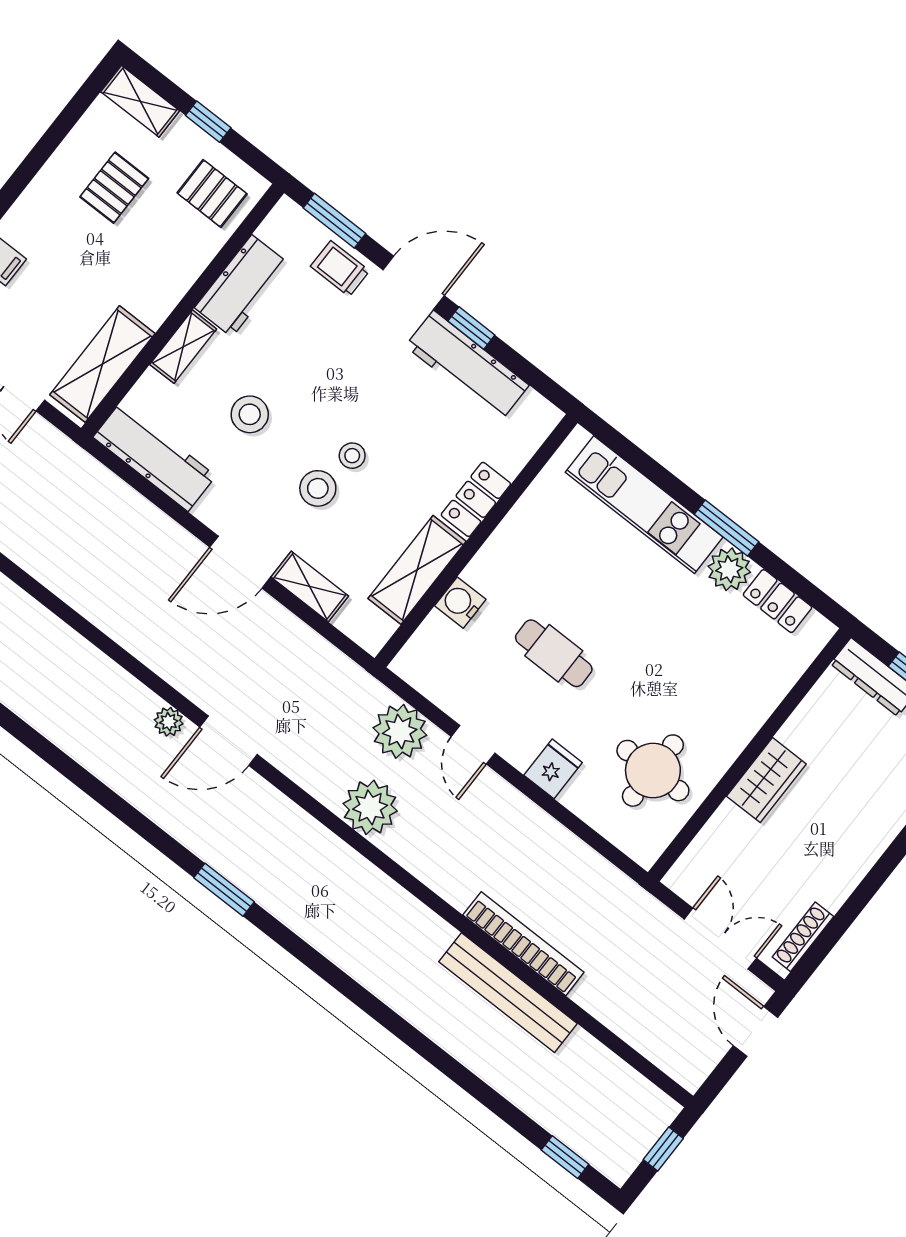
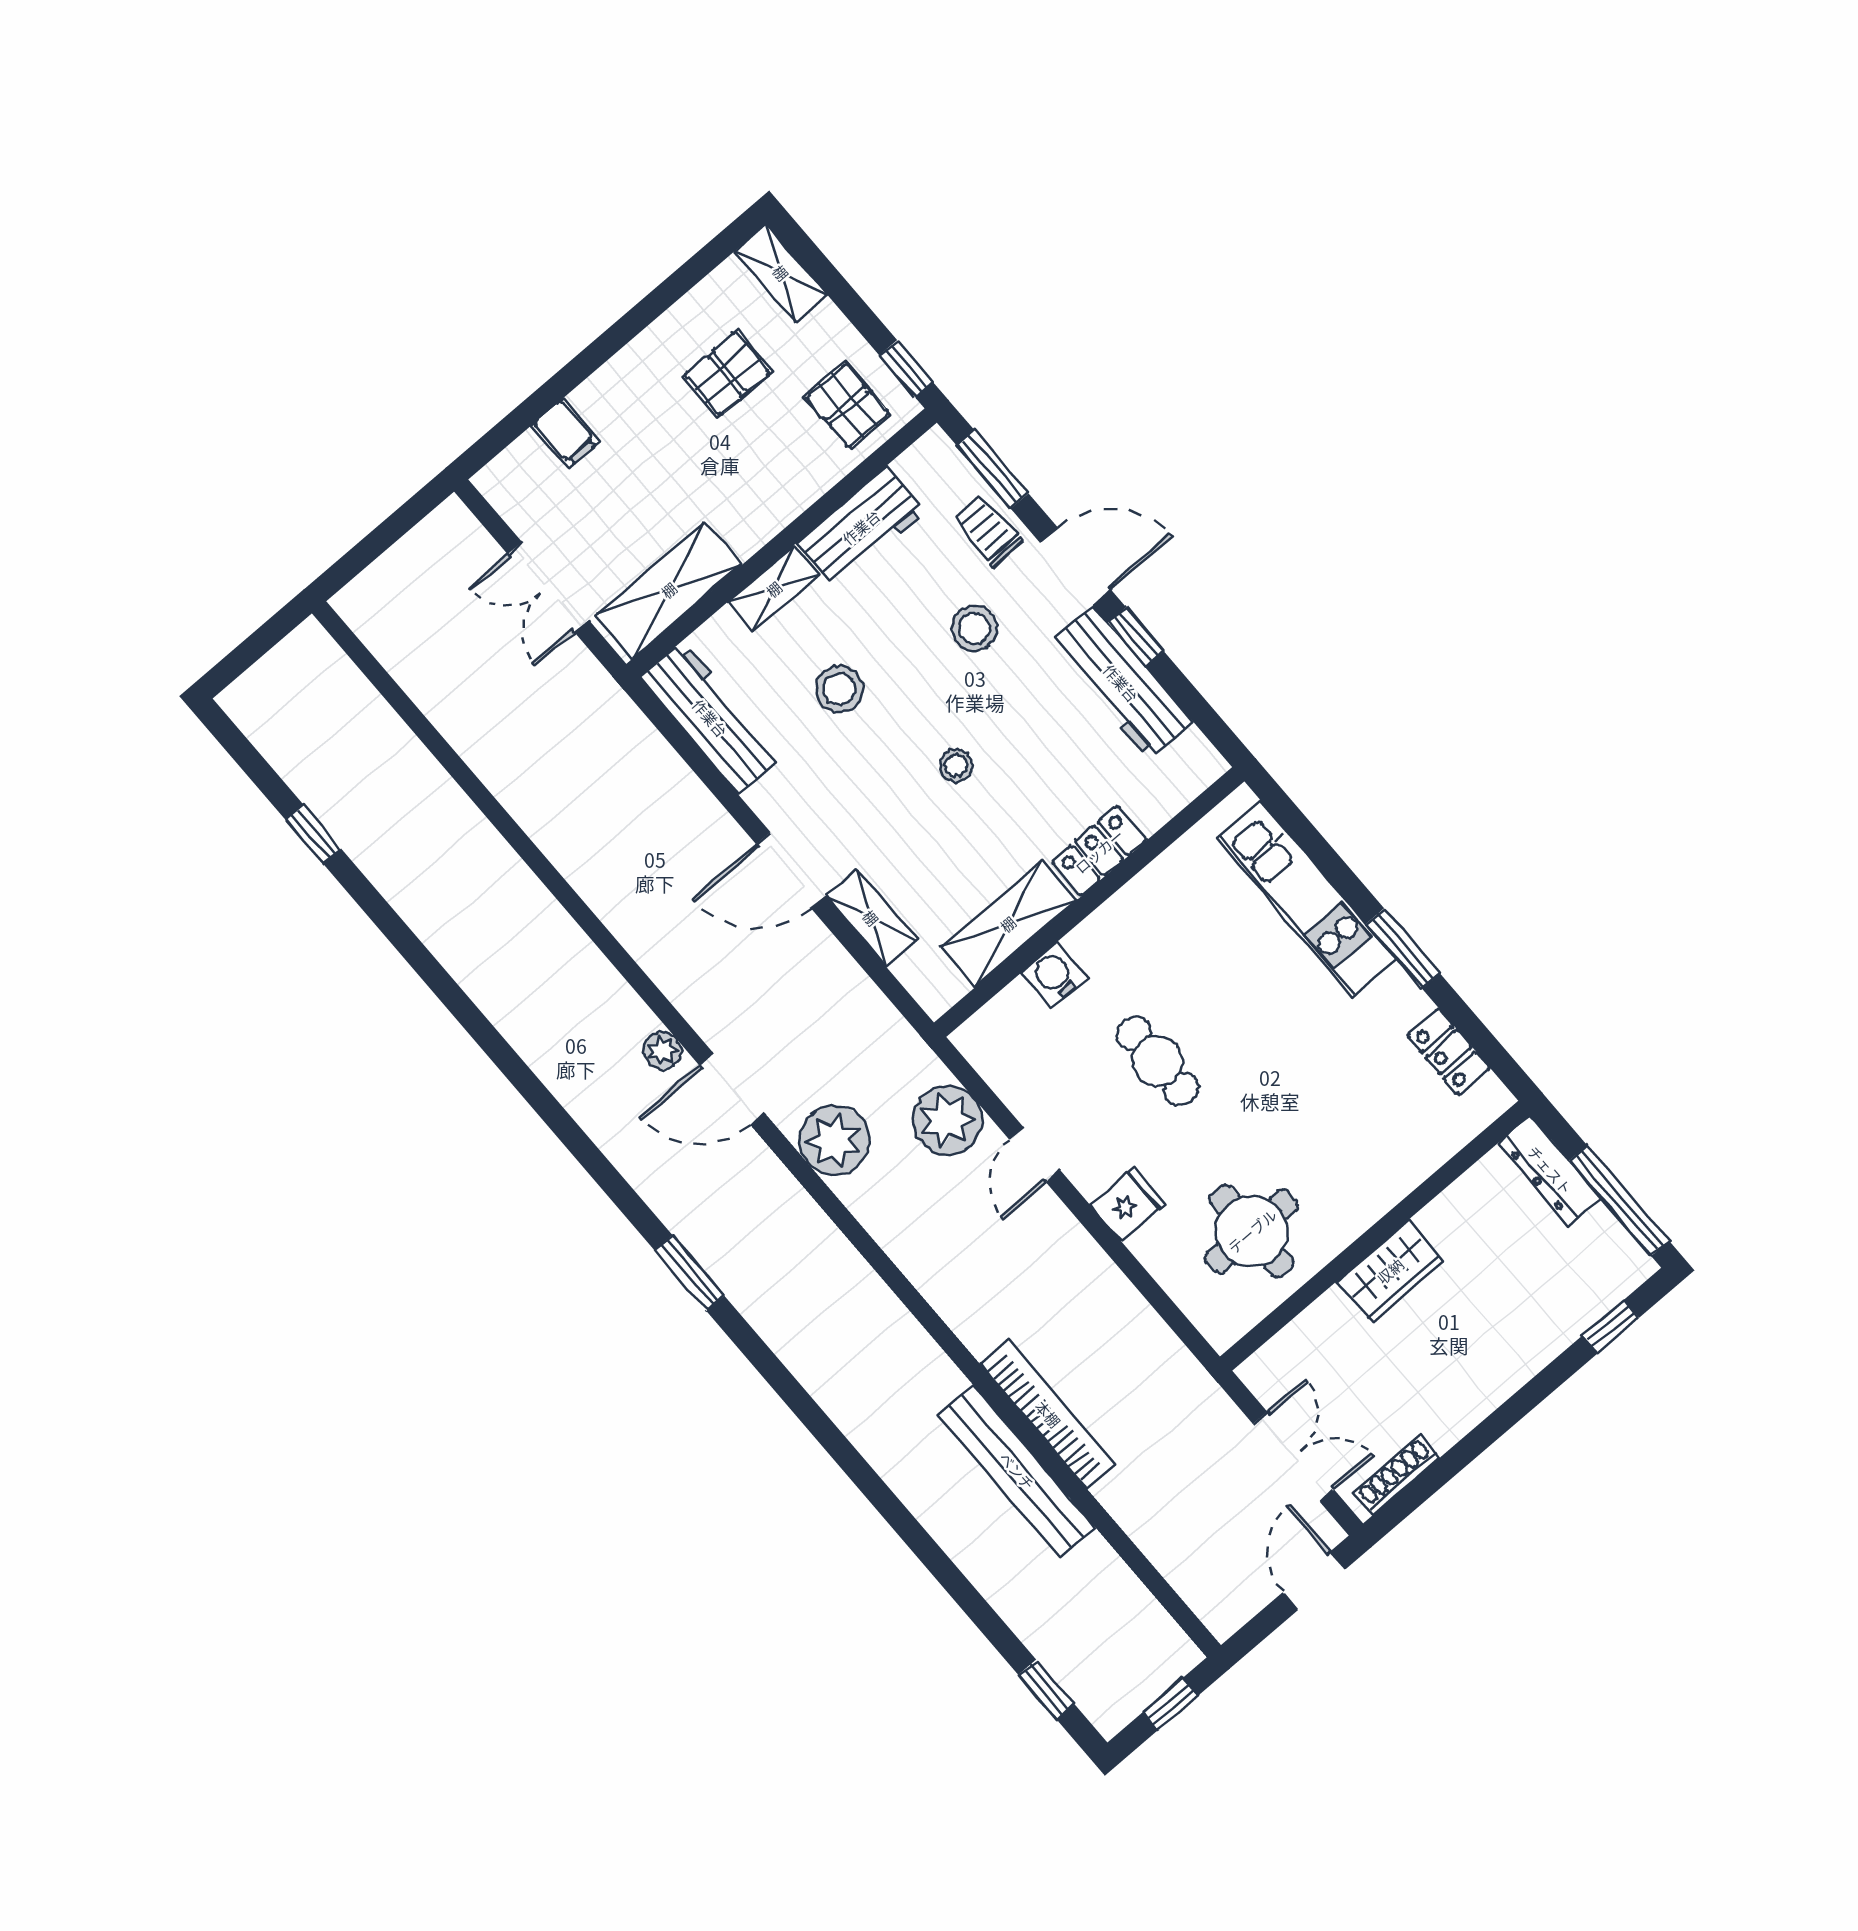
window: (208, 122) -> (906, 369), moved
stool: (318, 488) -> (974, 628), moved
plant: (729, 569) -> (1396, 1000), removed
plant: (370, 807) -> (834, 1140), moved

